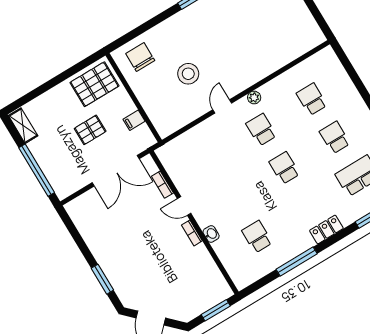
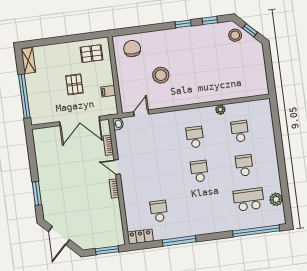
pallet: (94, 84) -> (92, 54), width x0.67, depth x0.71
plant: (254, 98) -> (220, 110), moved
door: (222, 106) -> (141, 113), moved
pallet: (90, 130) -> (74, 84), turned 90
locker: (326, 229) -> (140, 237), moved
washbasin: (211, 234) -> (118, 124), moved

